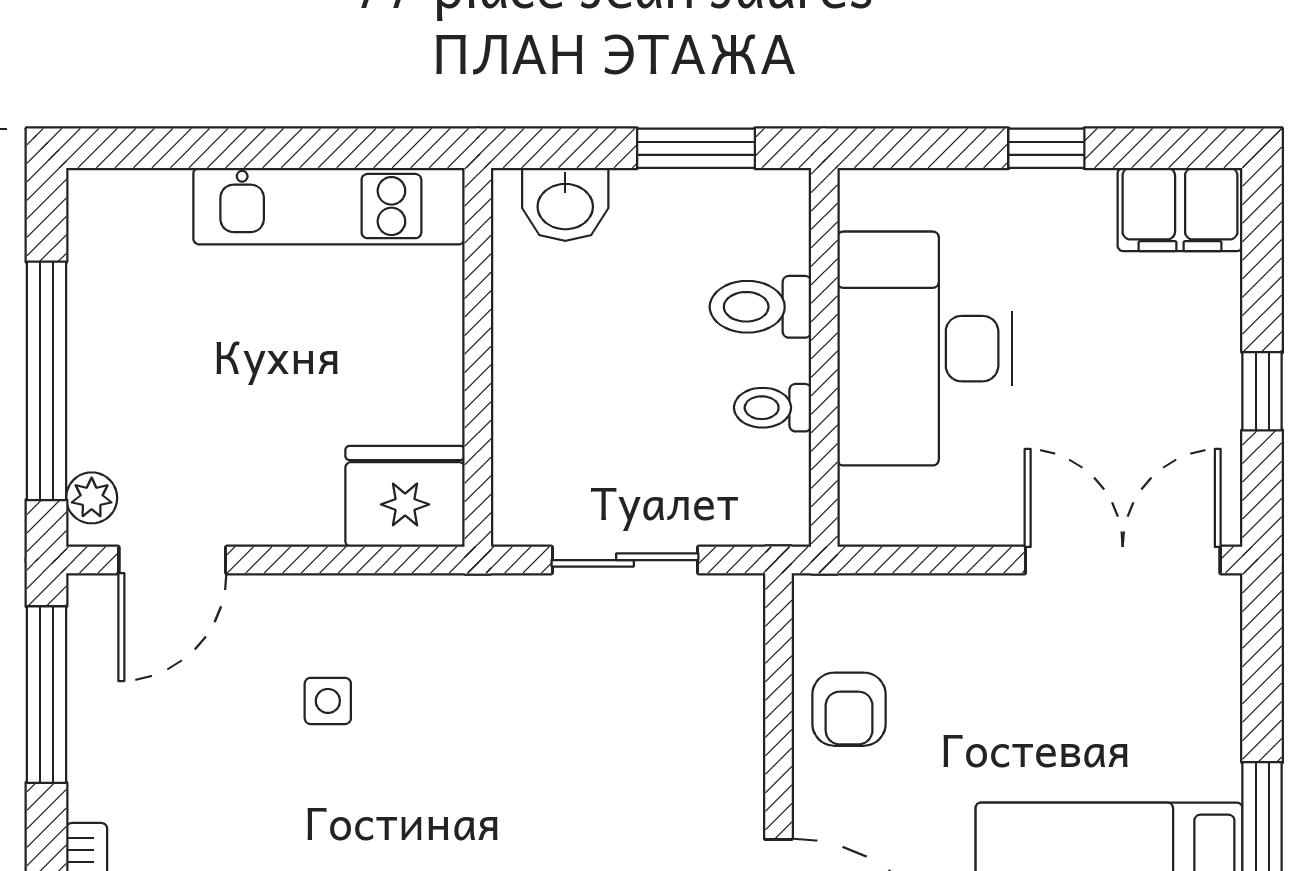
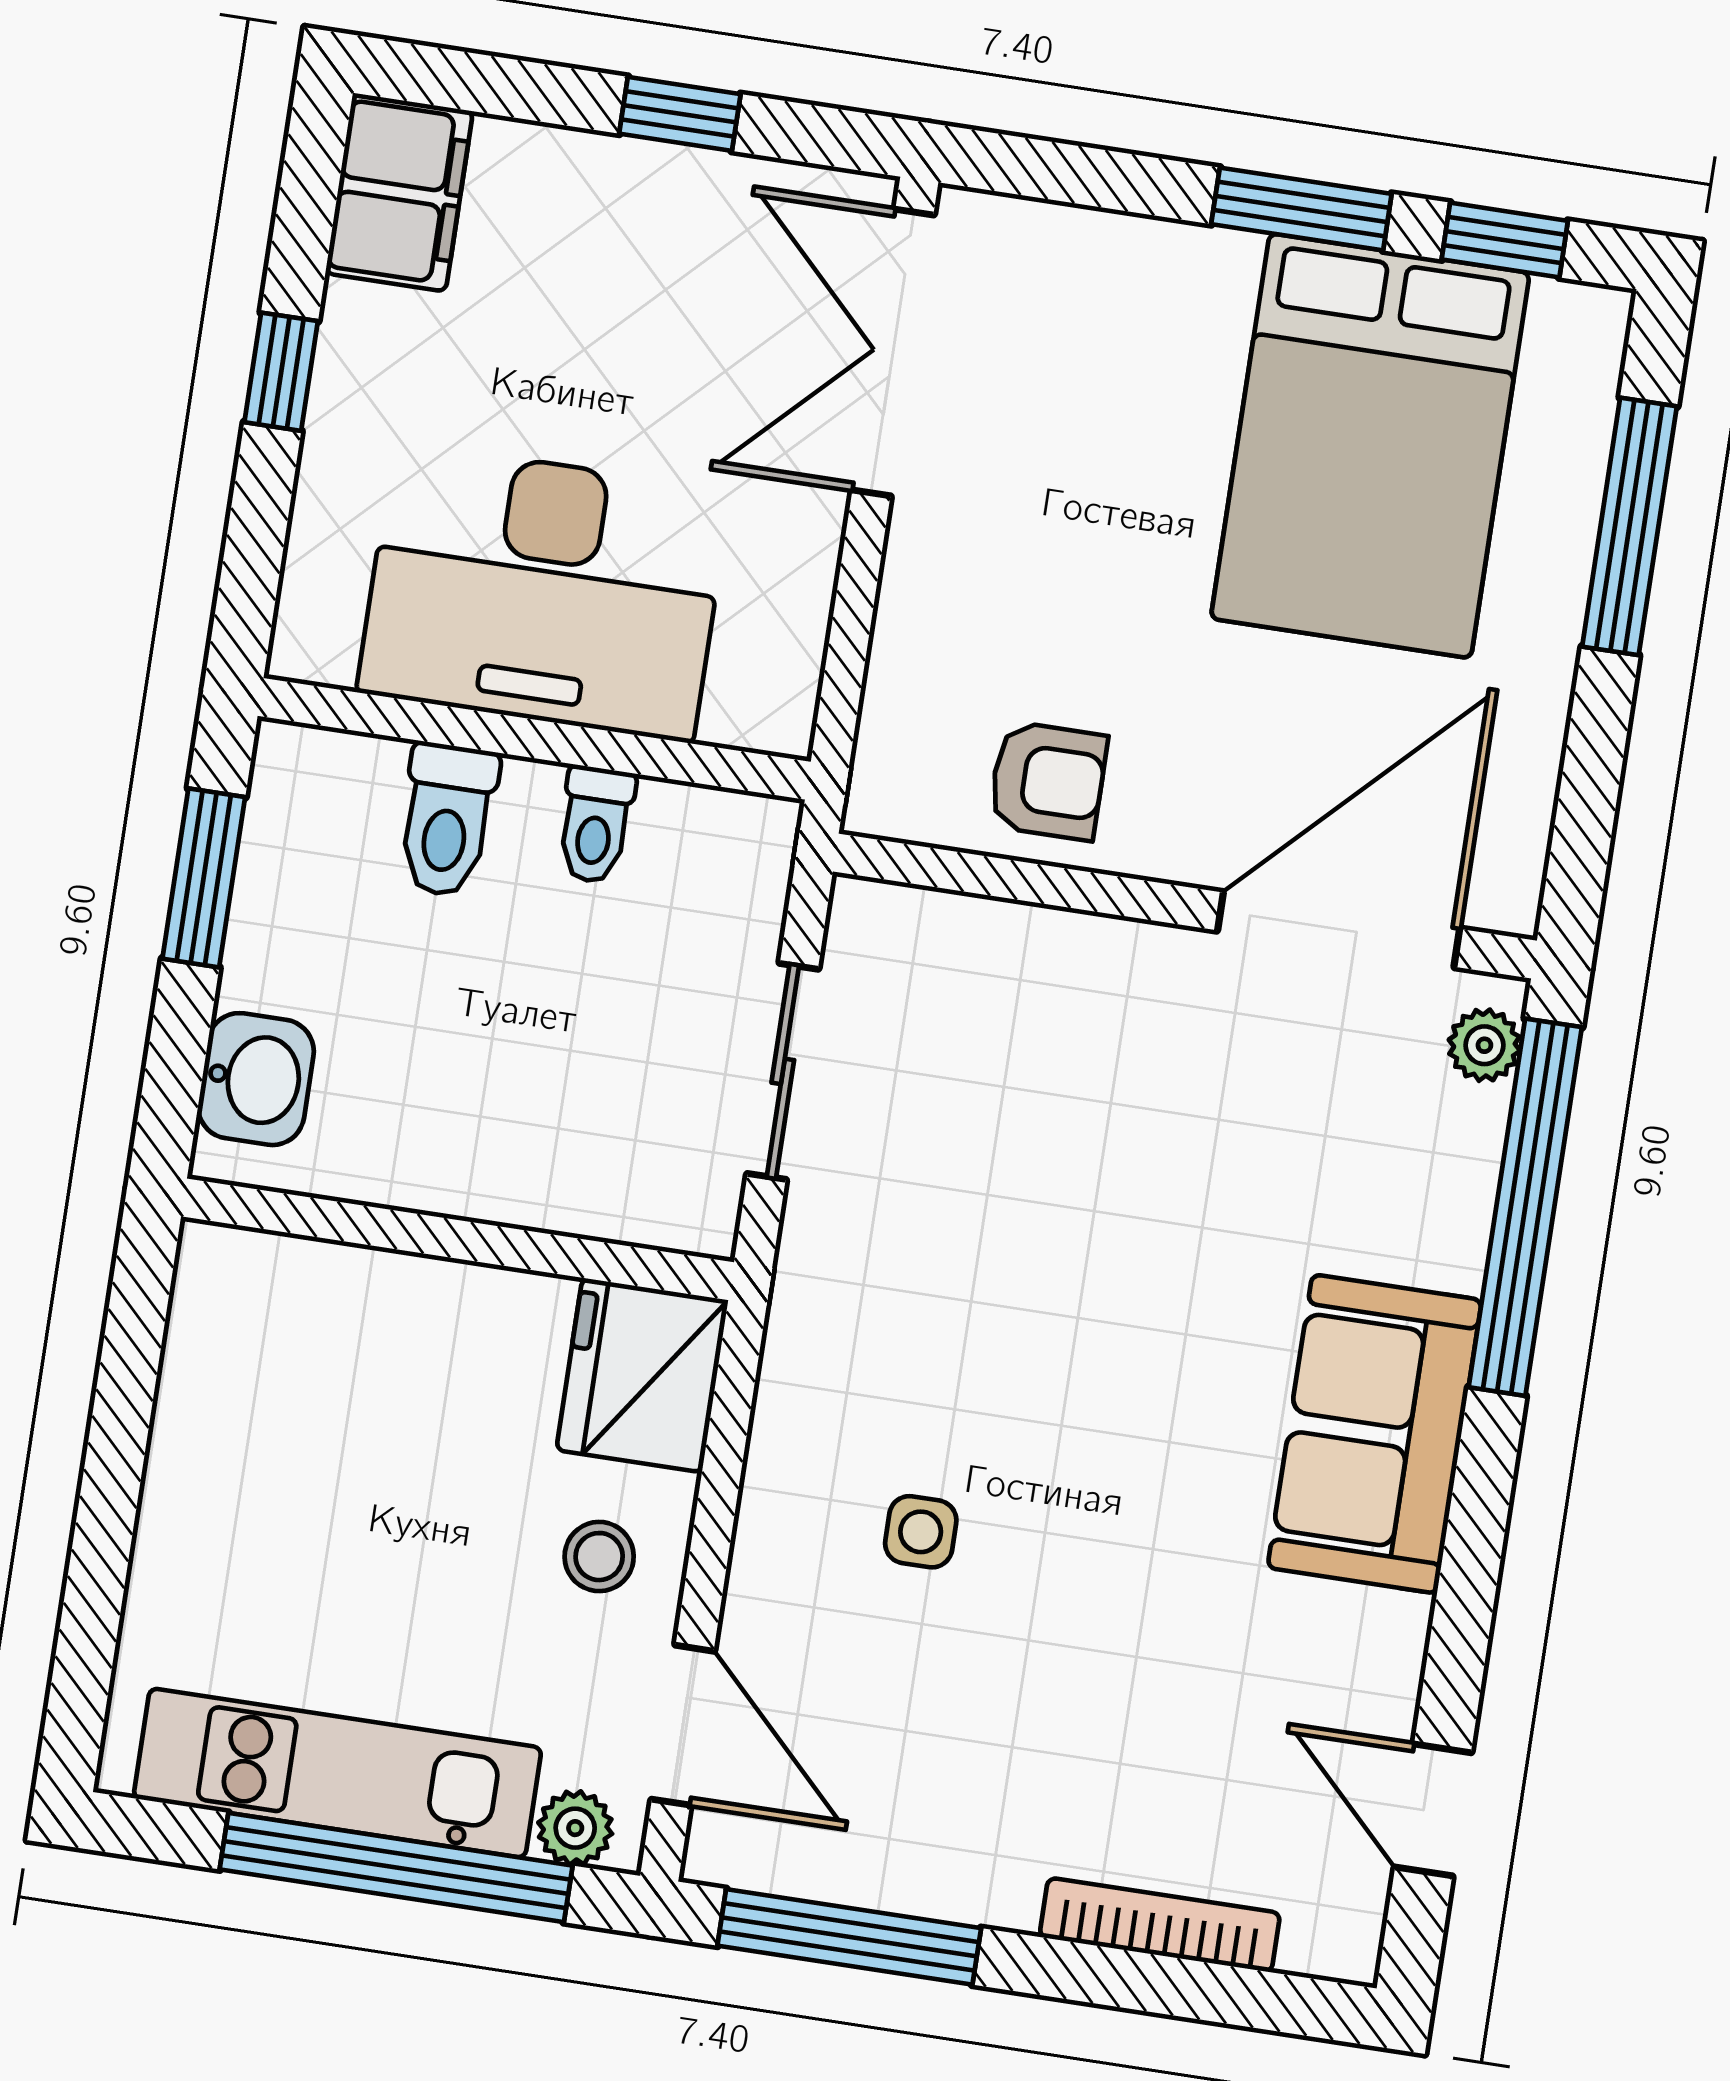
kitchen unit: (329, 206) -> (337, 1773), moved, turned -90
stool: (278, 486) -> (599, 1557), added

